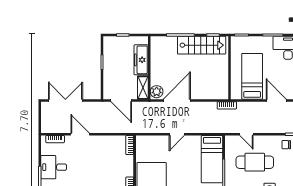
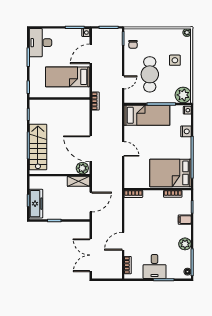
stairs: (202, 45) -> (38, 147), moved
freezer: (141, 60) -> (36, 204), moved, turned -90

